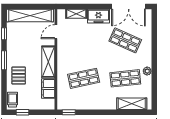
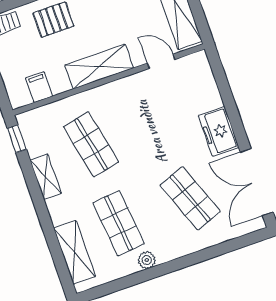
shelving: (76, 14) -> (46, 177), moved
shop shelf: (125, 40) -> (190, 198), turned -45
filing cabinet: (48, 88) -> (39, 87), width x0.50

